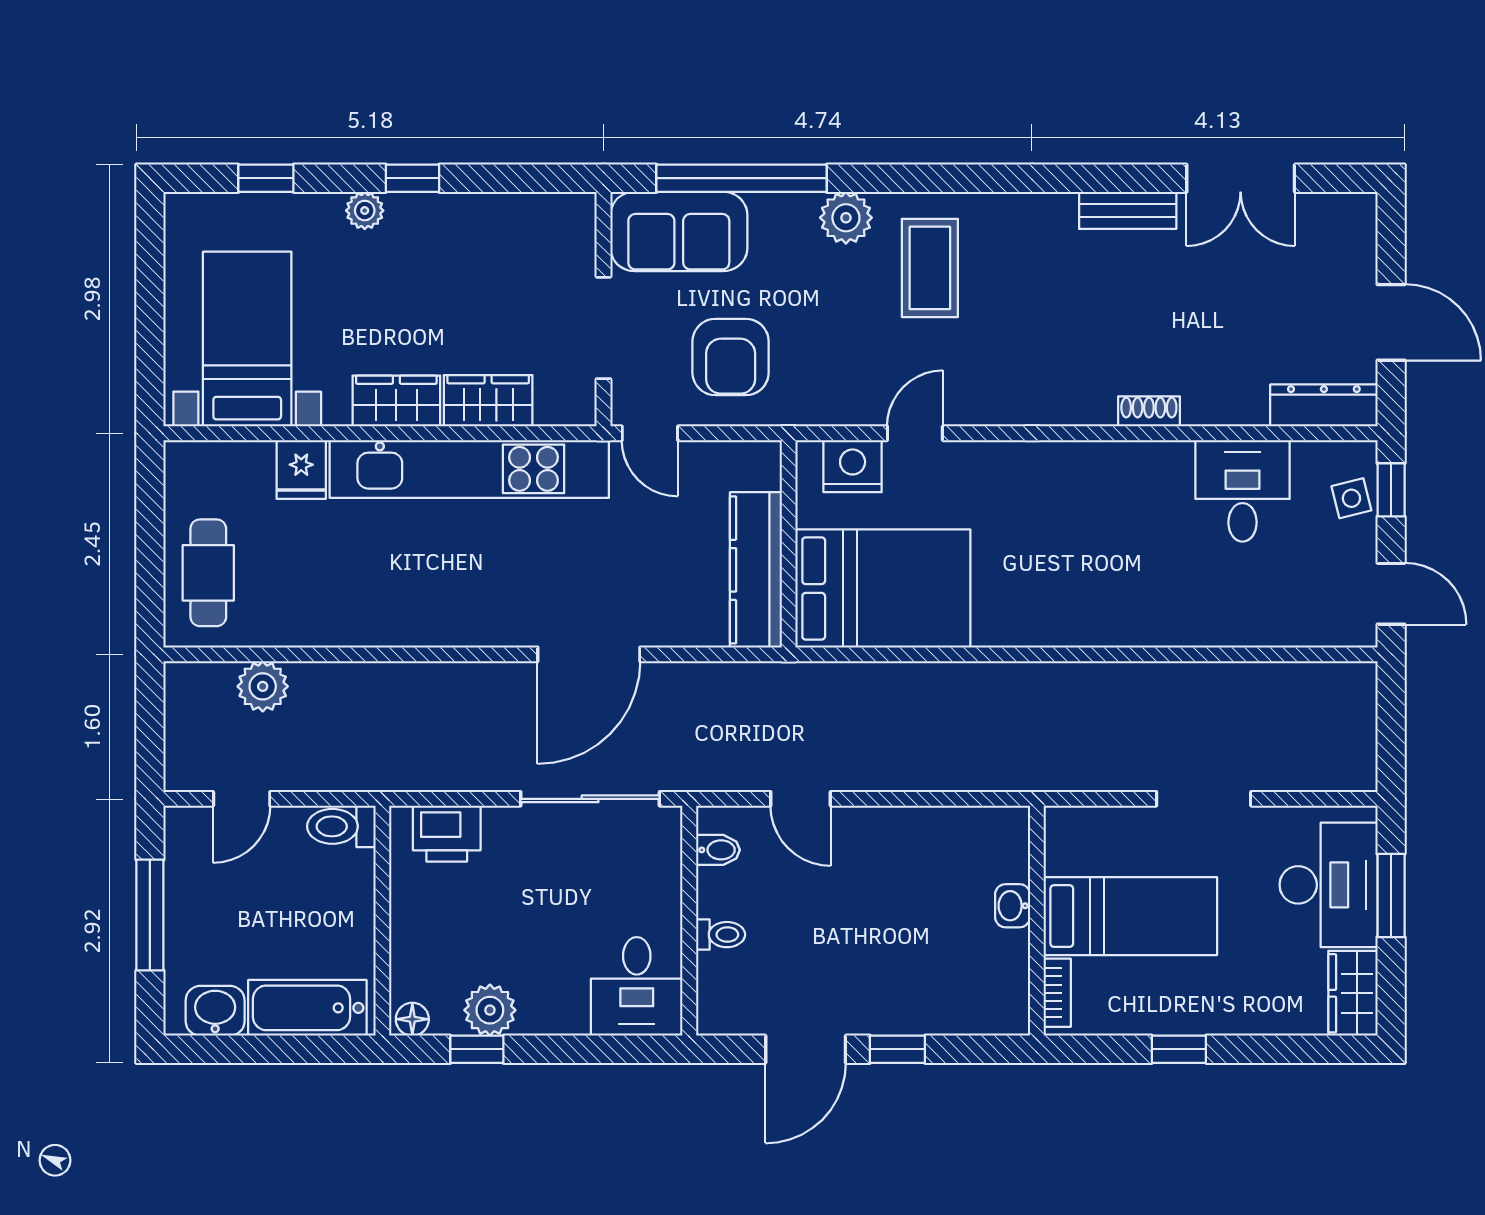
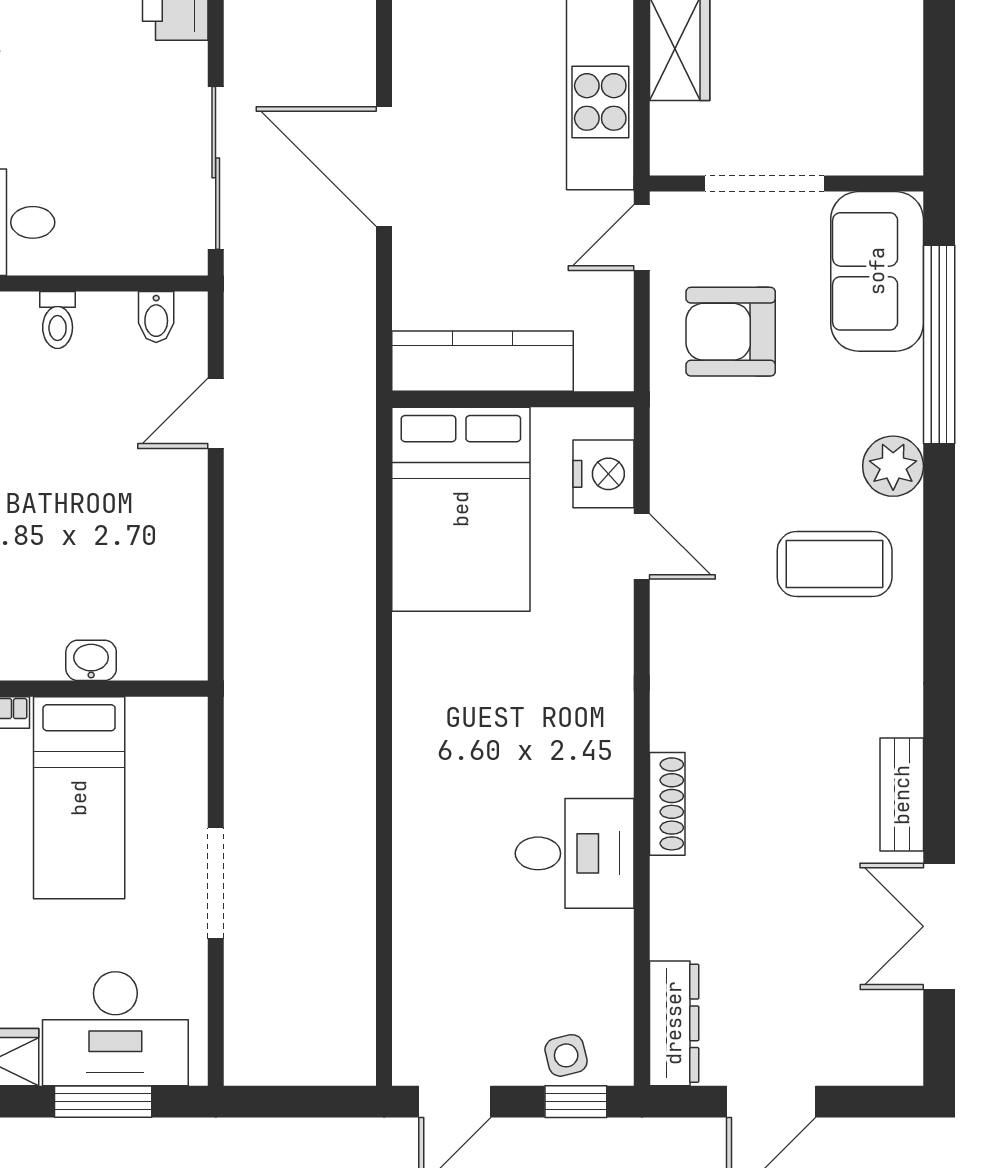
shoe rack: (1149, 411) -> (667, 804), width x1.43
desk: (1243, 491) -> (575, 853), moved

